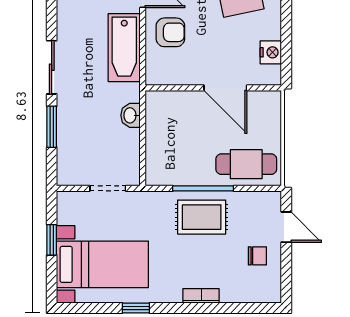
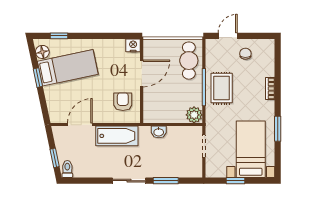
armchair: (170, 32) -> (123, 102), moved
nightstand: (271, 52) -> (133, 45), moved
plant: (158, 173) -> (194, 115), added
window: (136, 308) -> (278, 129), width x1.50

